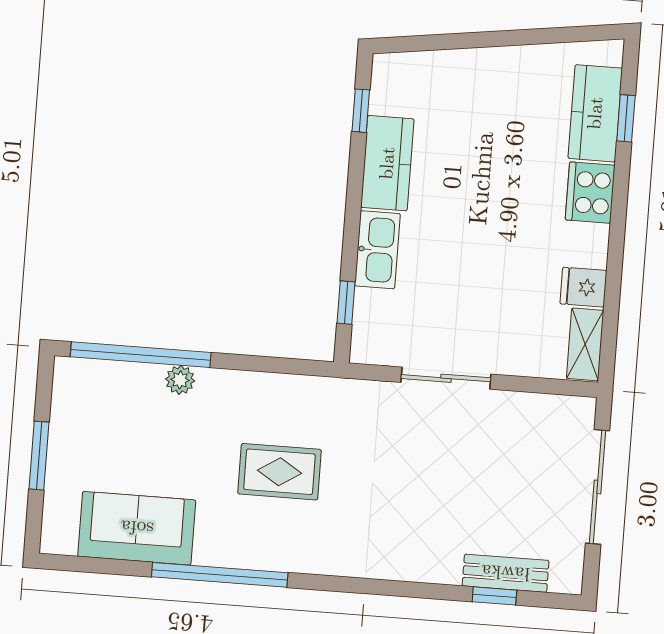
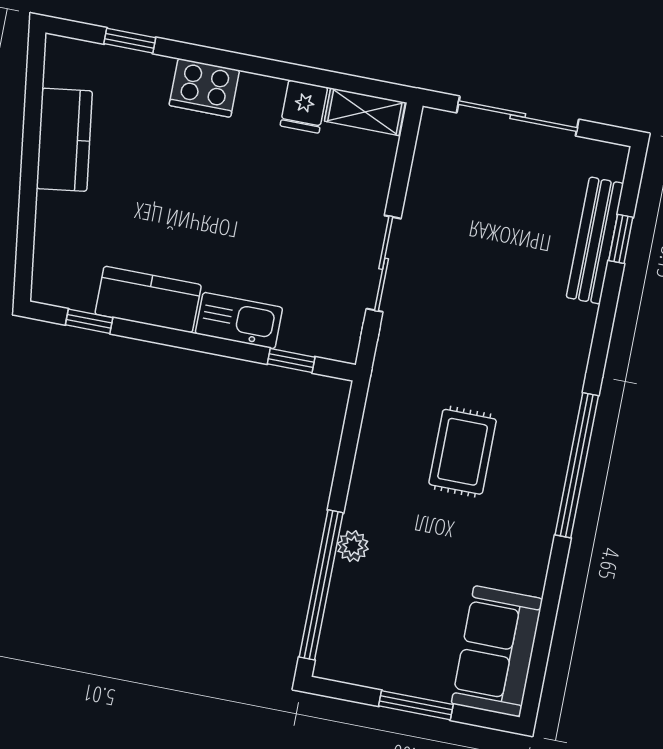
kitchen counter: (595, 113) -> (64, 140), moved, turned -98
sofa: (137, 528) -> (497, 651), moved
bench: (506, 573) -> (595, 240), width x1.36
window: (220, 575) -> (577, 465), moved

